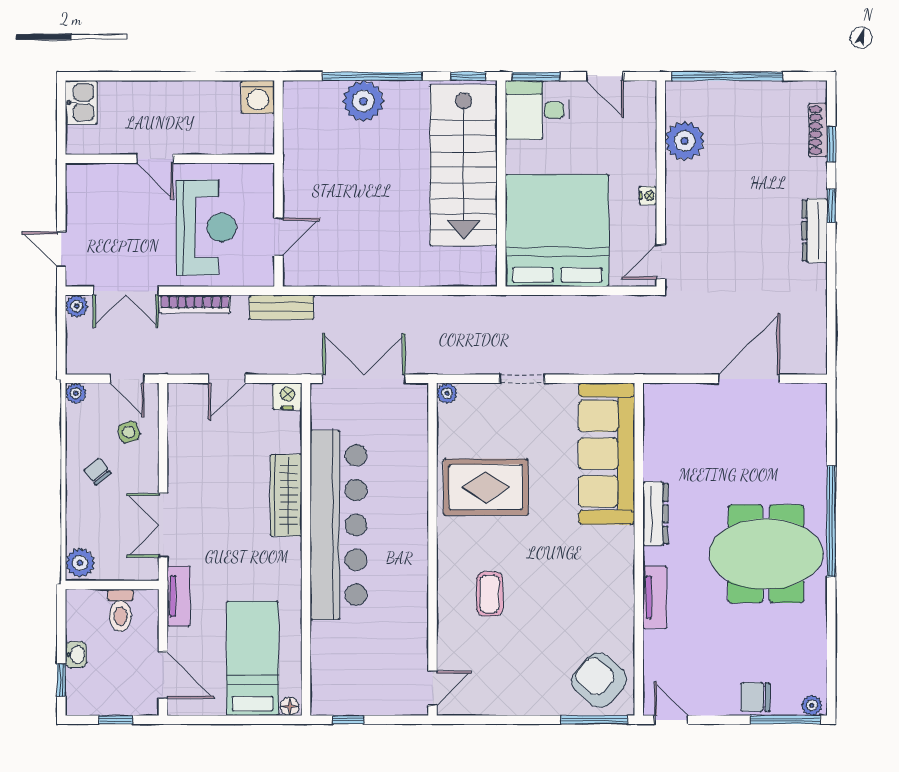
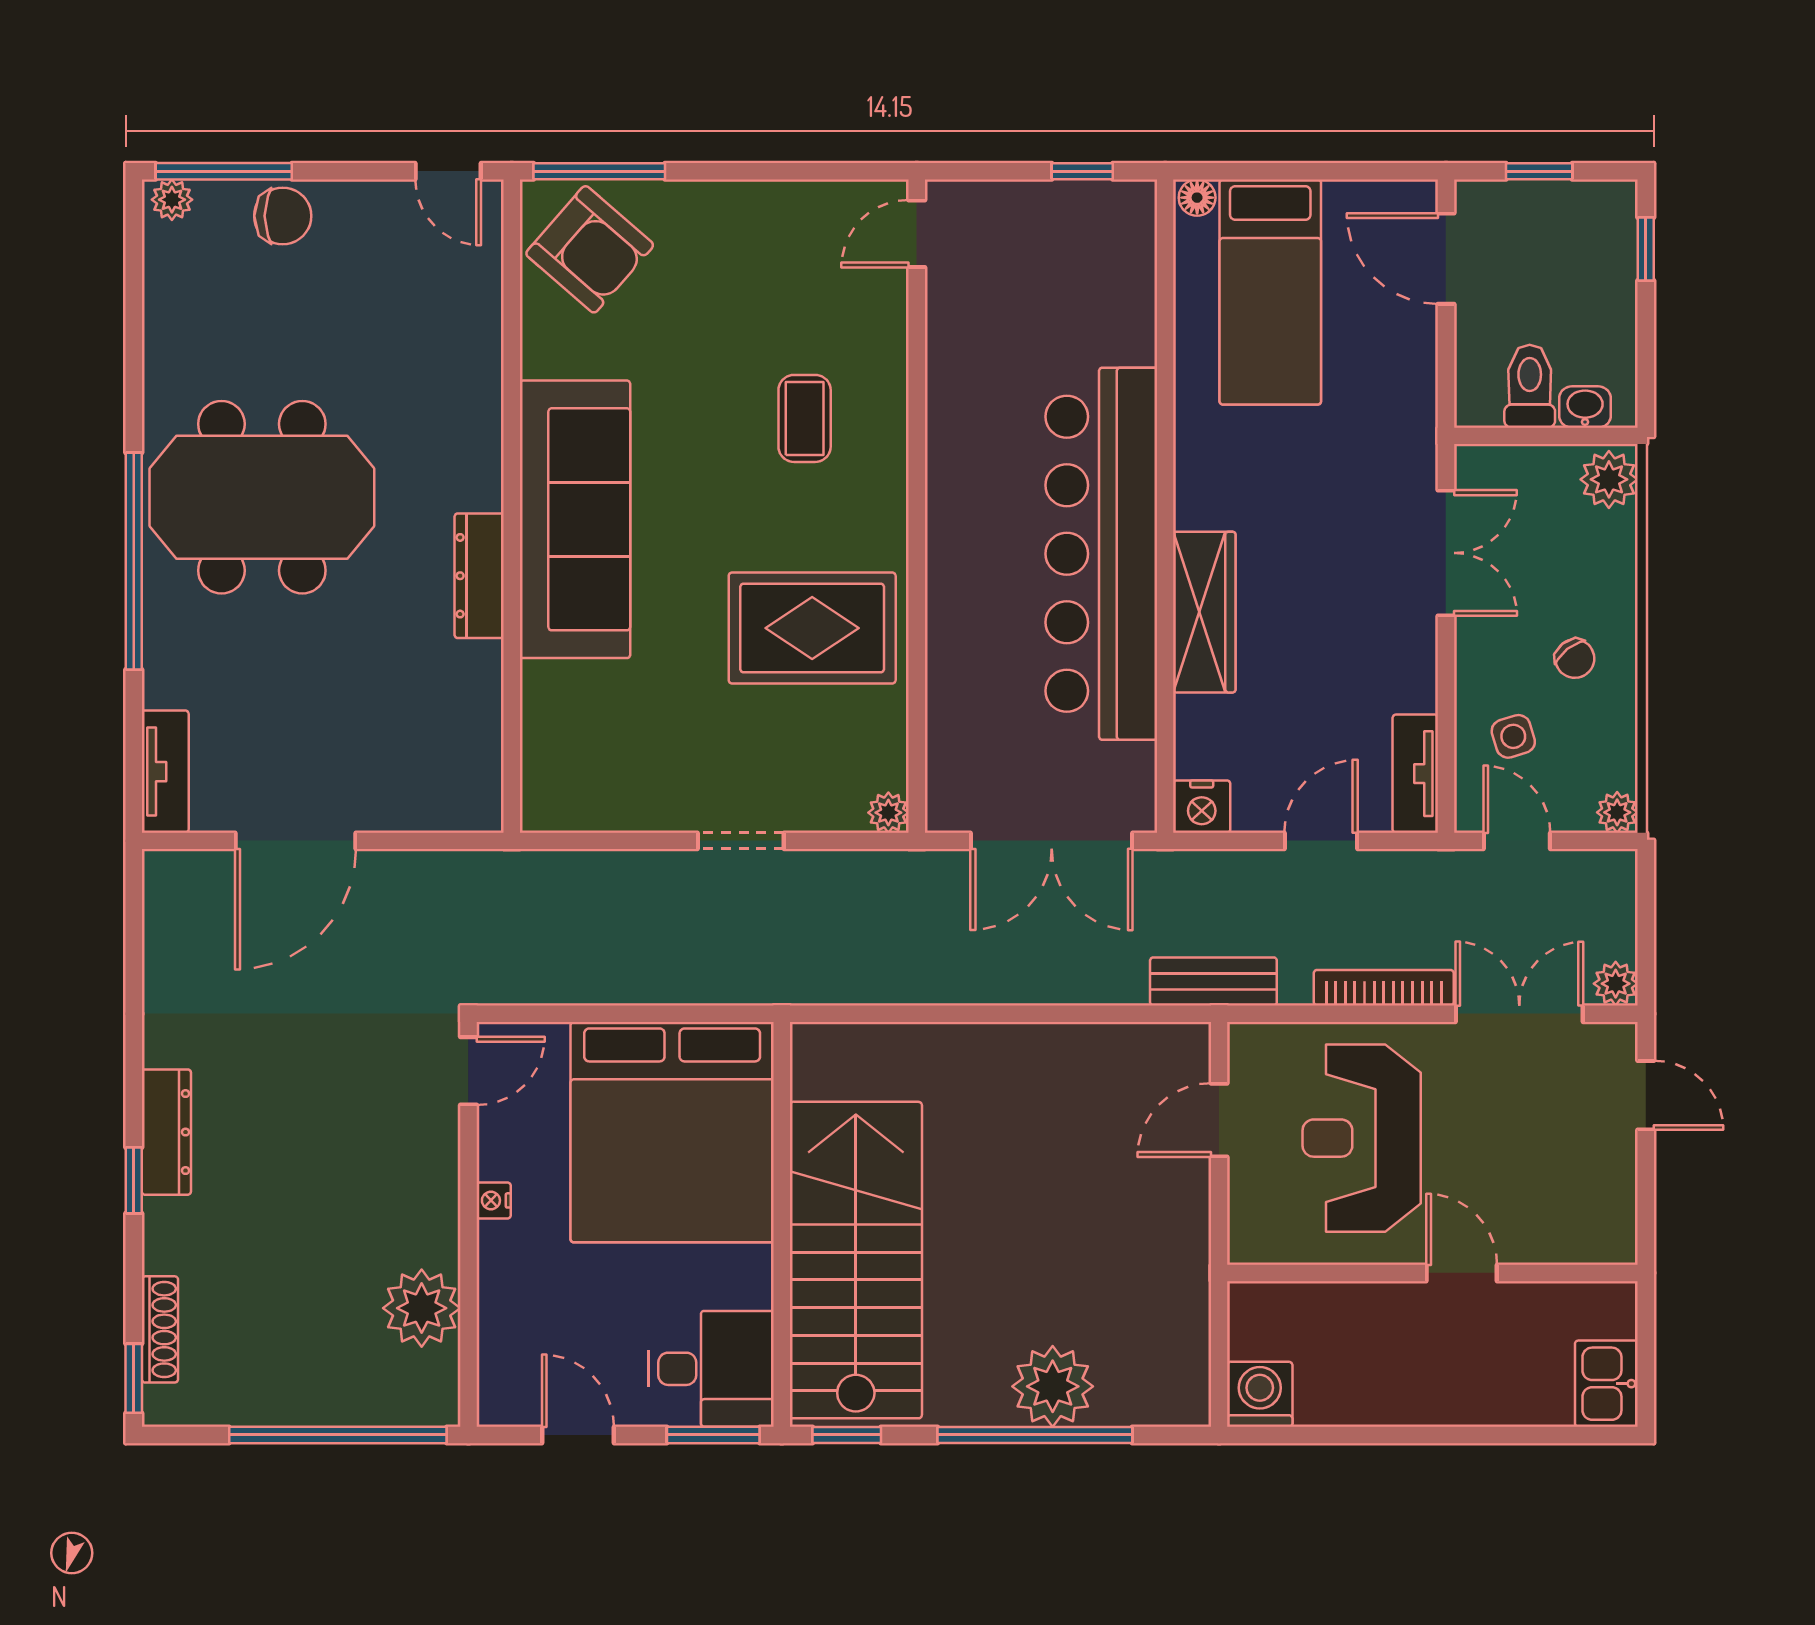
window: (831, 144) -> (134, 1378), moved
sofa: (607, 454) -> (575, 519), moved
tv unit: (179, 596) -> (1415, 774), moved
tv unit: (655, 597) -> (165, 772), moved, turned 180
washbasin: (76, 655) -> (1585, 407), moved, turned 90

